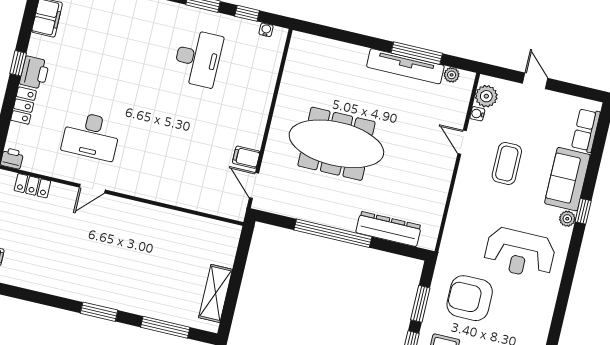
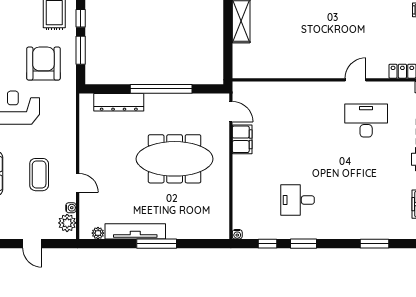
water cooler: (266, 30) -> (237, 234), moved
window: (417, 53) -> (157, 244), moved
desk: (198, 58) -> (297, 200), width x0.73
filing cabinet: (246, 157) -> (242, 139), width x2.00
armchair: (470, 298) -> (43, 64), turned -90

